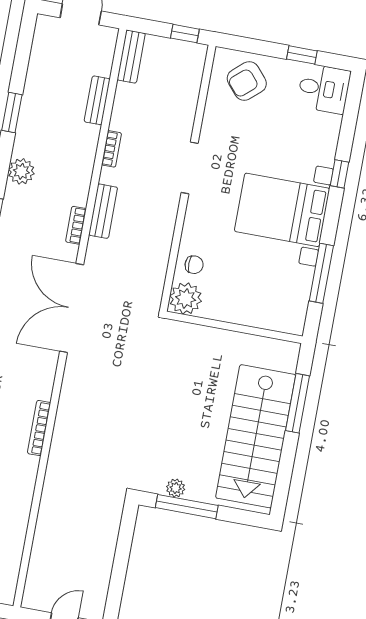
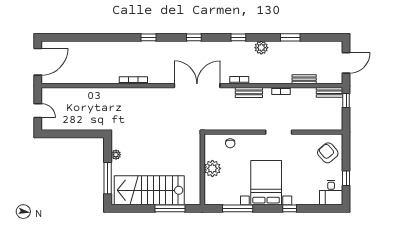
window: (185, 34) -> (346, 101), moved
plant: (186, 298) -> (212, 168), moved
window: (187, 507) -> (108, 178), moved

